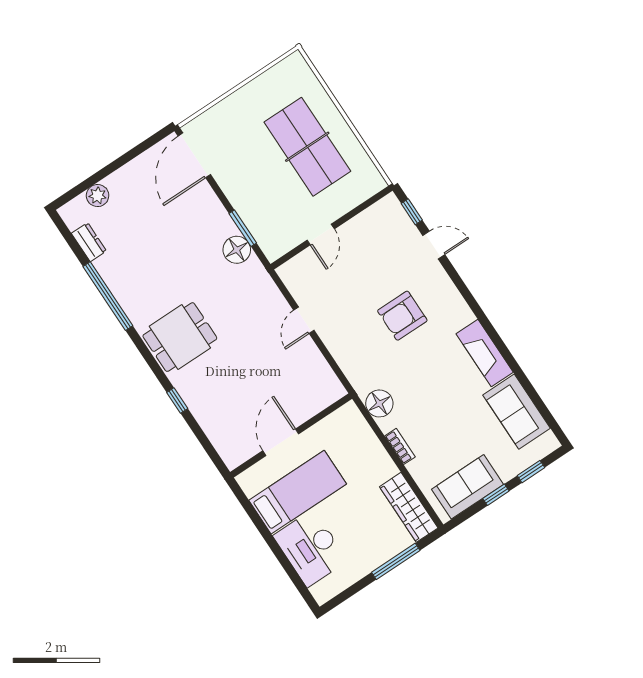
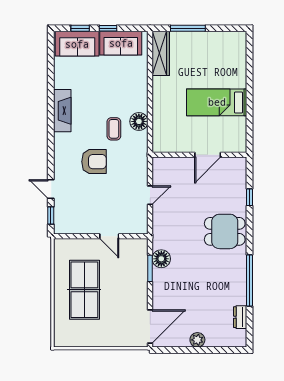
plant: (98, 196) -> (197, 340), moved
door: (321, 235) -> (109, 236), swing flipped
coffee table: (405, 373) -> (114, 129), added
sofa: (517, 412) -> (77, 44), moved, turned 90
wall: (291, 435) -> (199, 155), moved
door: (281, 442) -> (208, 155), moved
bookcase: (400, 446) -> (143, 90), removed
desk: (310, 548) -> (230, 67), removed

